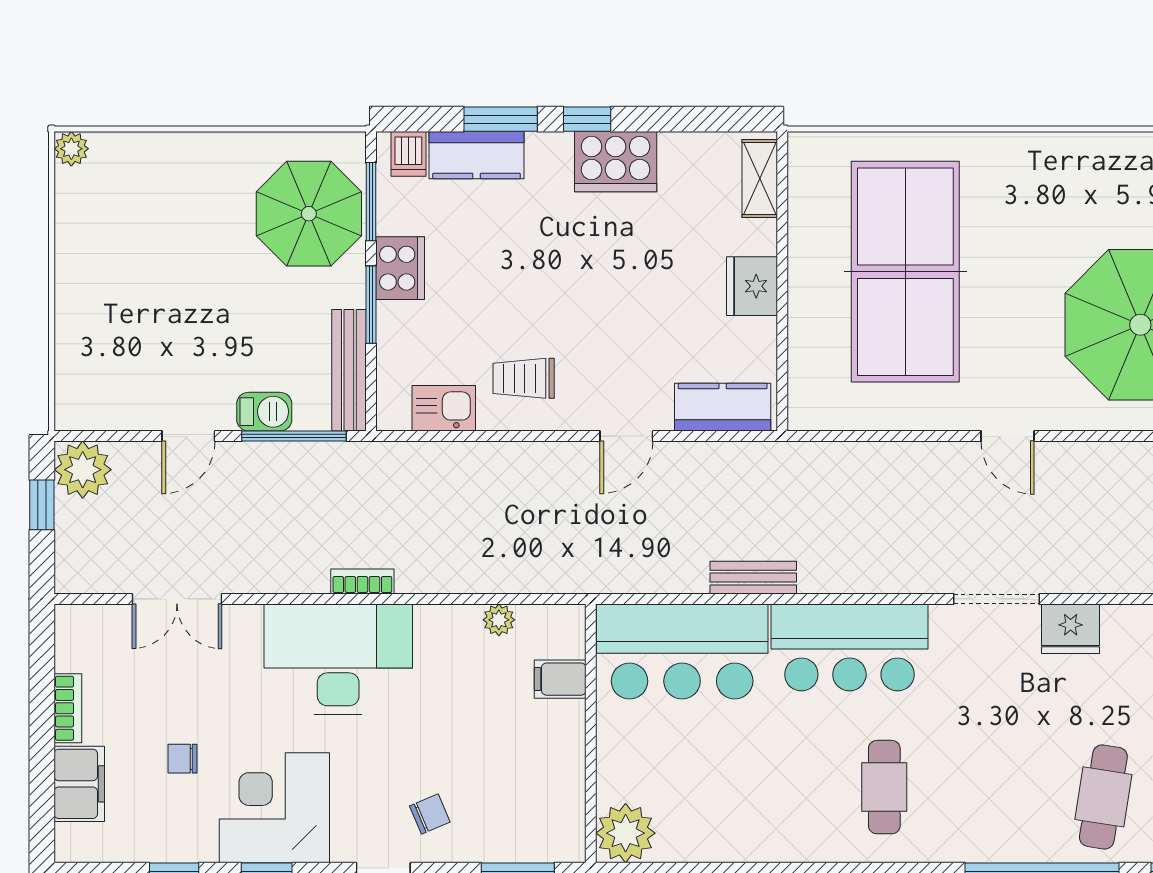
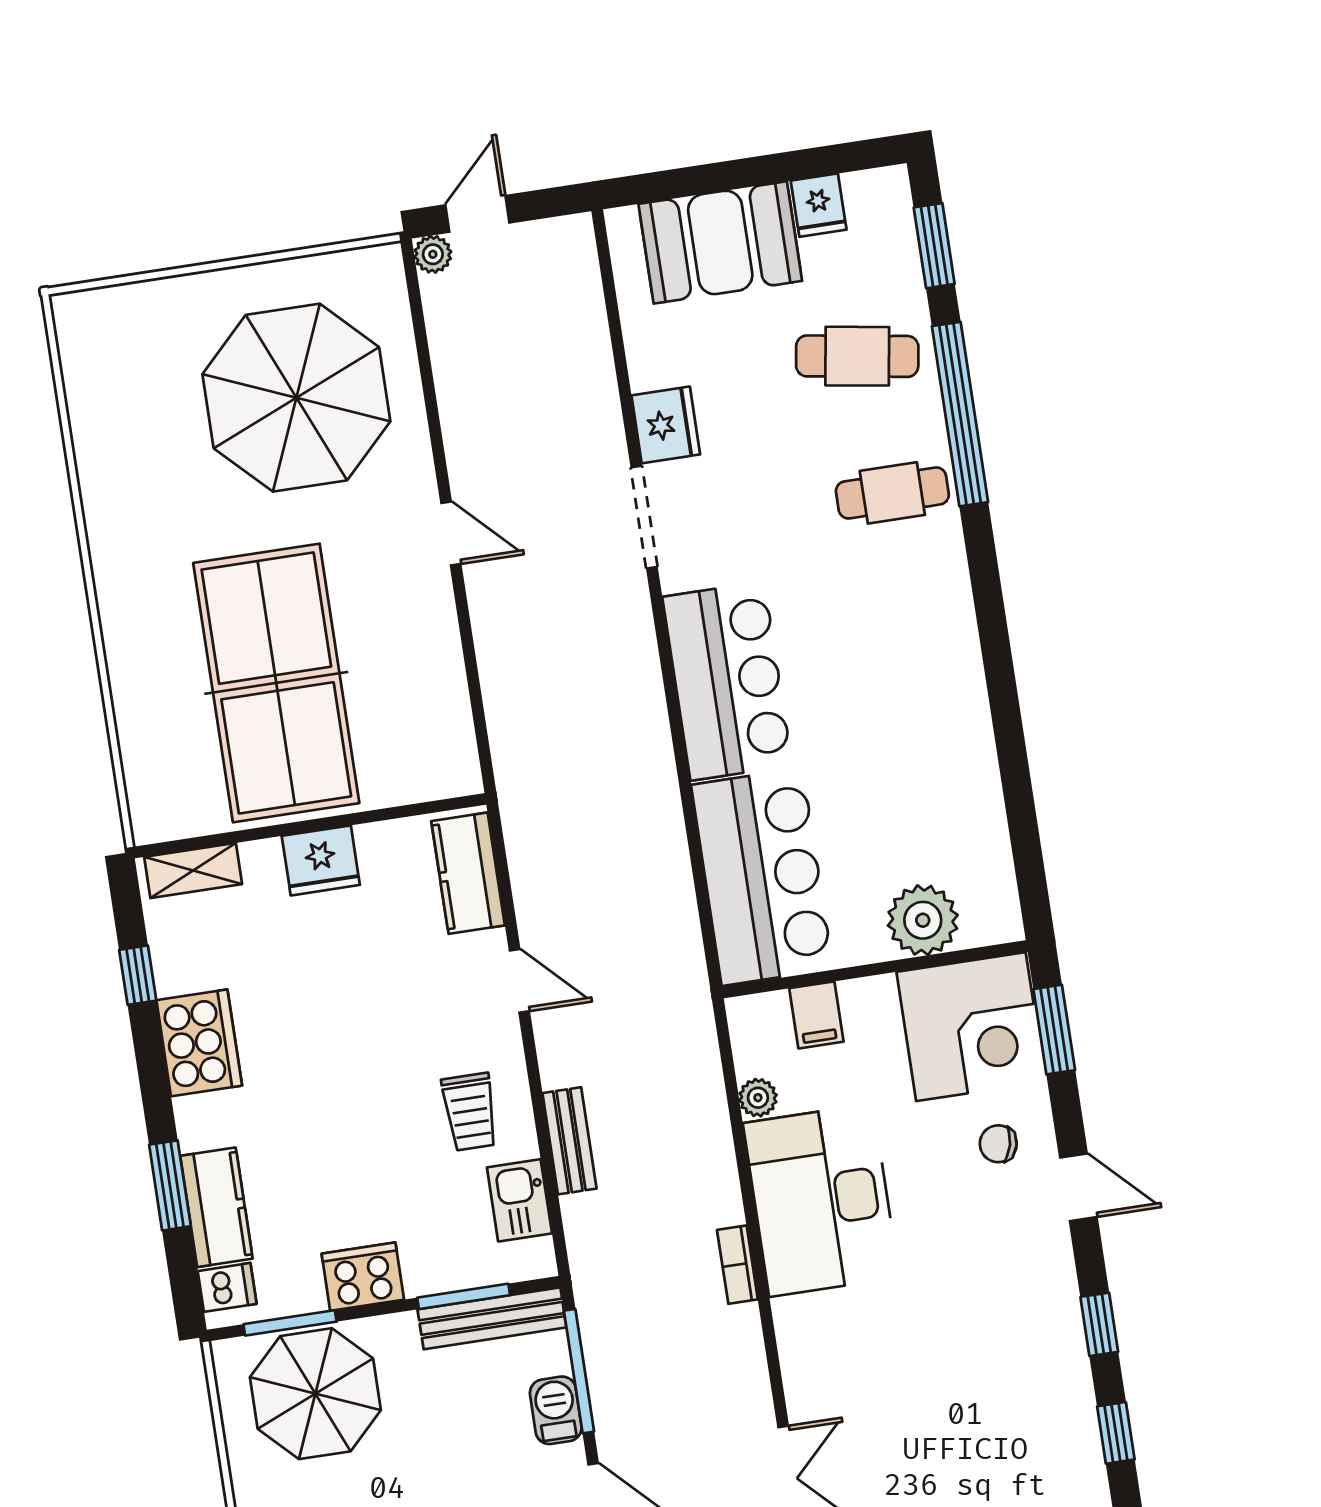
window: (587, 119) -> (138, 975), moved
table tennis table: (905, 272) -> (276, 683), turned 90
window: (371, 305) -> (464, 1296), moved
door: (1008, 436) -> (451, 534), hinge flipped
bench: (753, 578) -> (569, 1141), moved
desk: (338, 659) -> (821, 1200), moved
chair: (183, 759) -> (978, 1444), removed
cafe table: (884, 787) -> (892, 493), moved
corner desk: (274, 808) -> (971, 1027), moved, turned -90
chair: (430, 814) -> (998, 1144), turned -53
plant: (626, 833) -> (923, 920), moved

